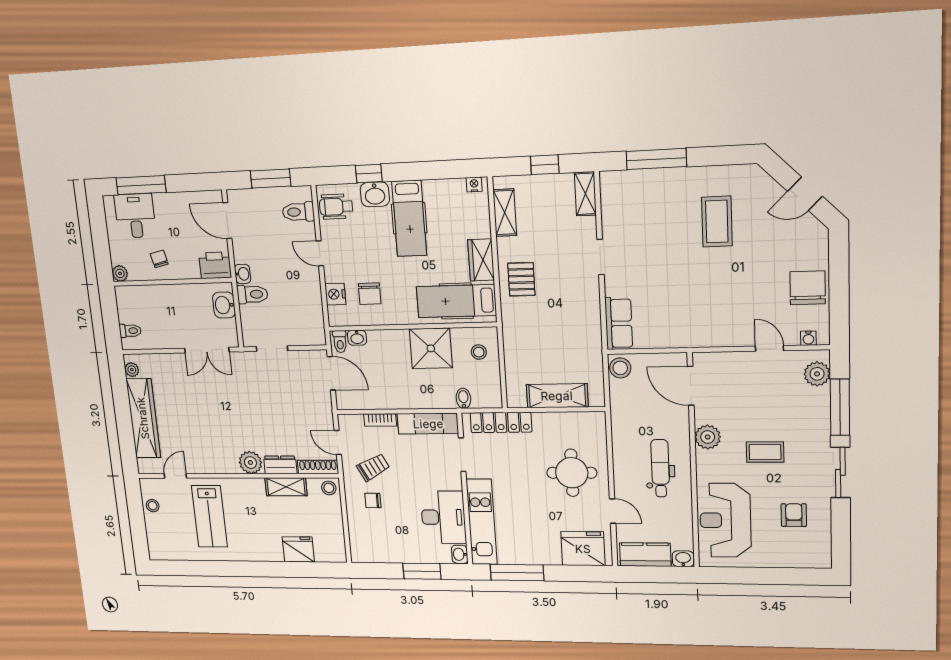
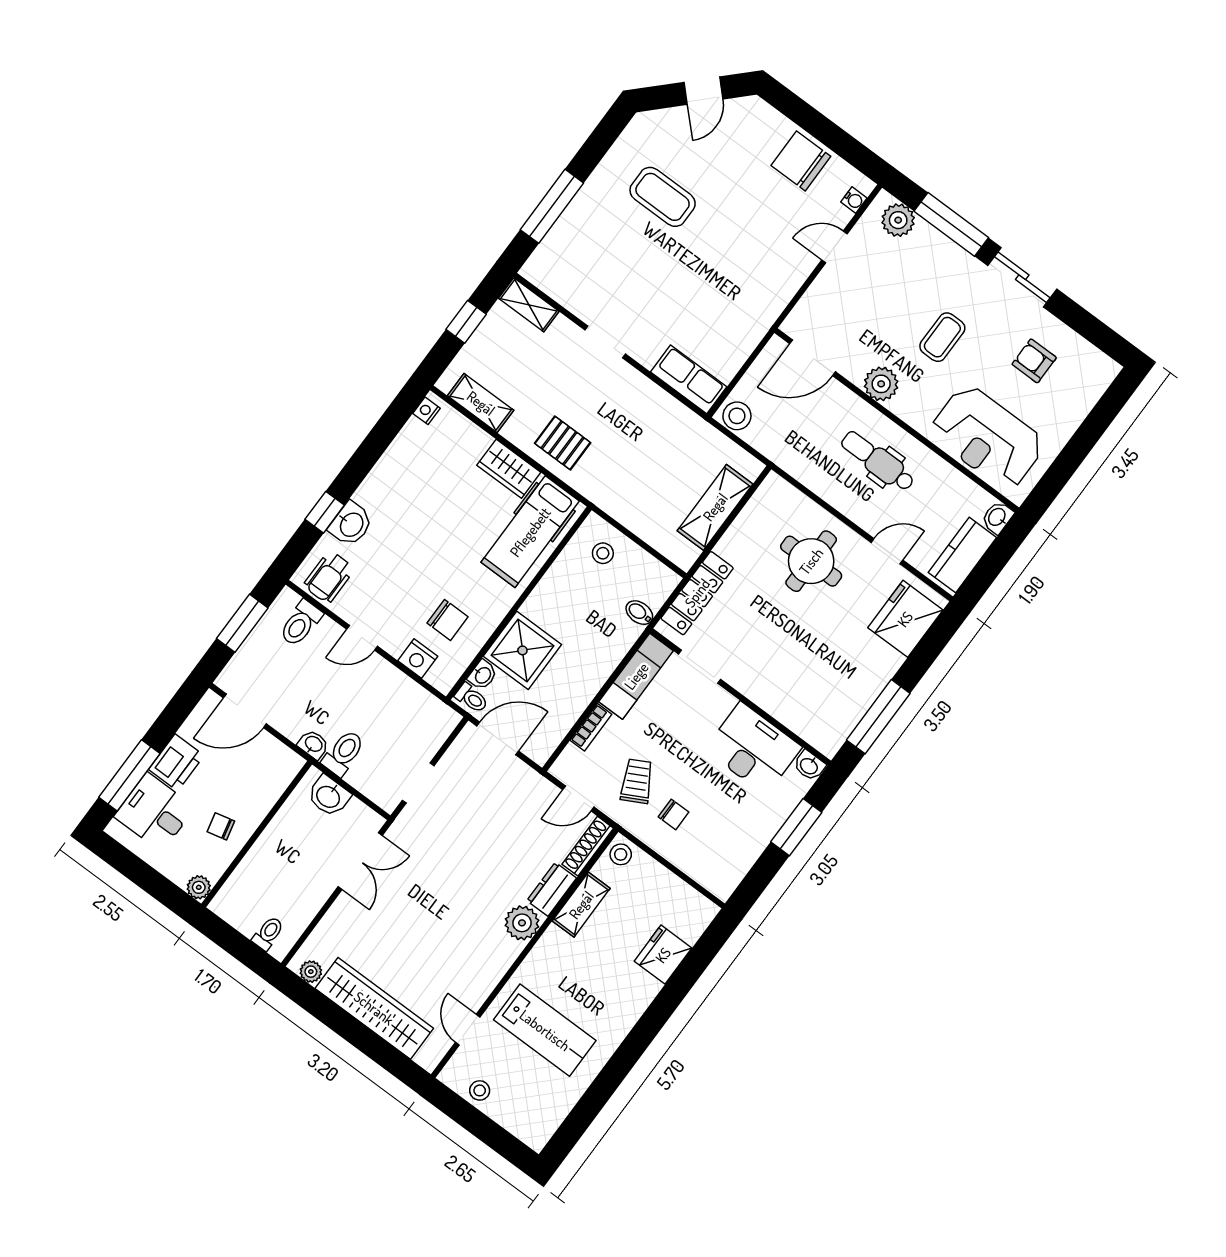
hospital bed: (409, 218) -> (405, 509), removed
printer: (215, 265) -> (176, 762), moved, turned 180
shower: (431, 348) -> (522, 650), moved
chair: (373, 500) -> (673, 814), turned -90
kitchen unit: (482, 522) -> (791, 709), removed

